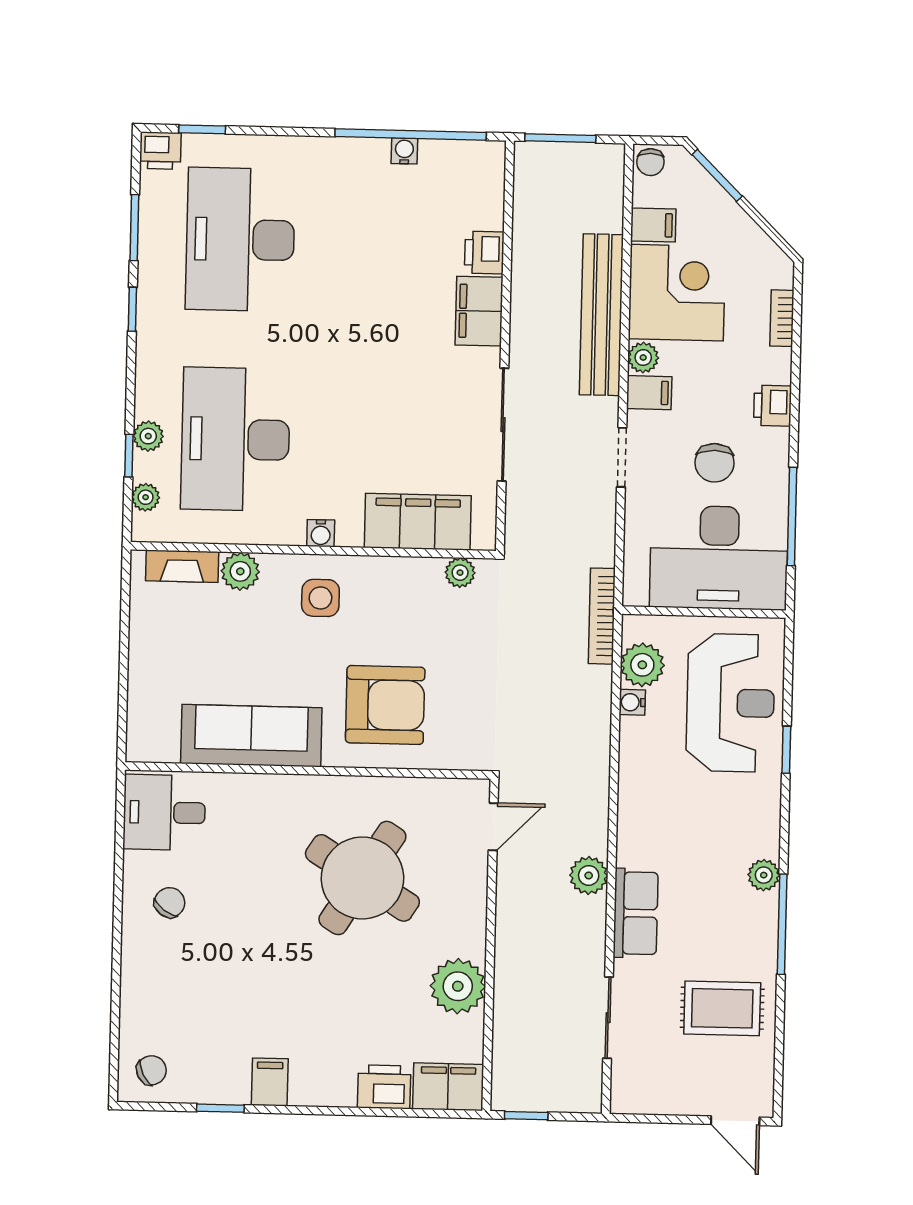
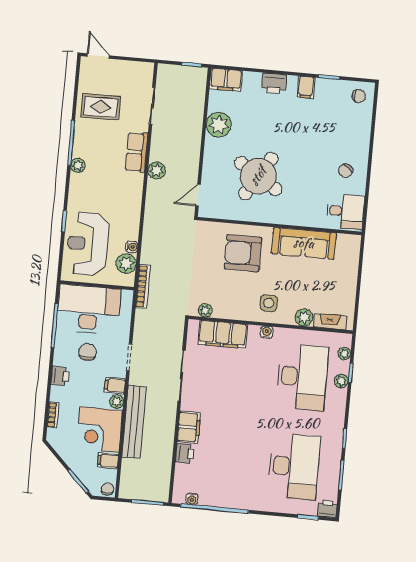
water cooler: (404, 151) -> (192, 499), moved
chair: (151, 1070) -> (359, 96), turned -153
printer: (384, 1087) -> (274, 83), moved

